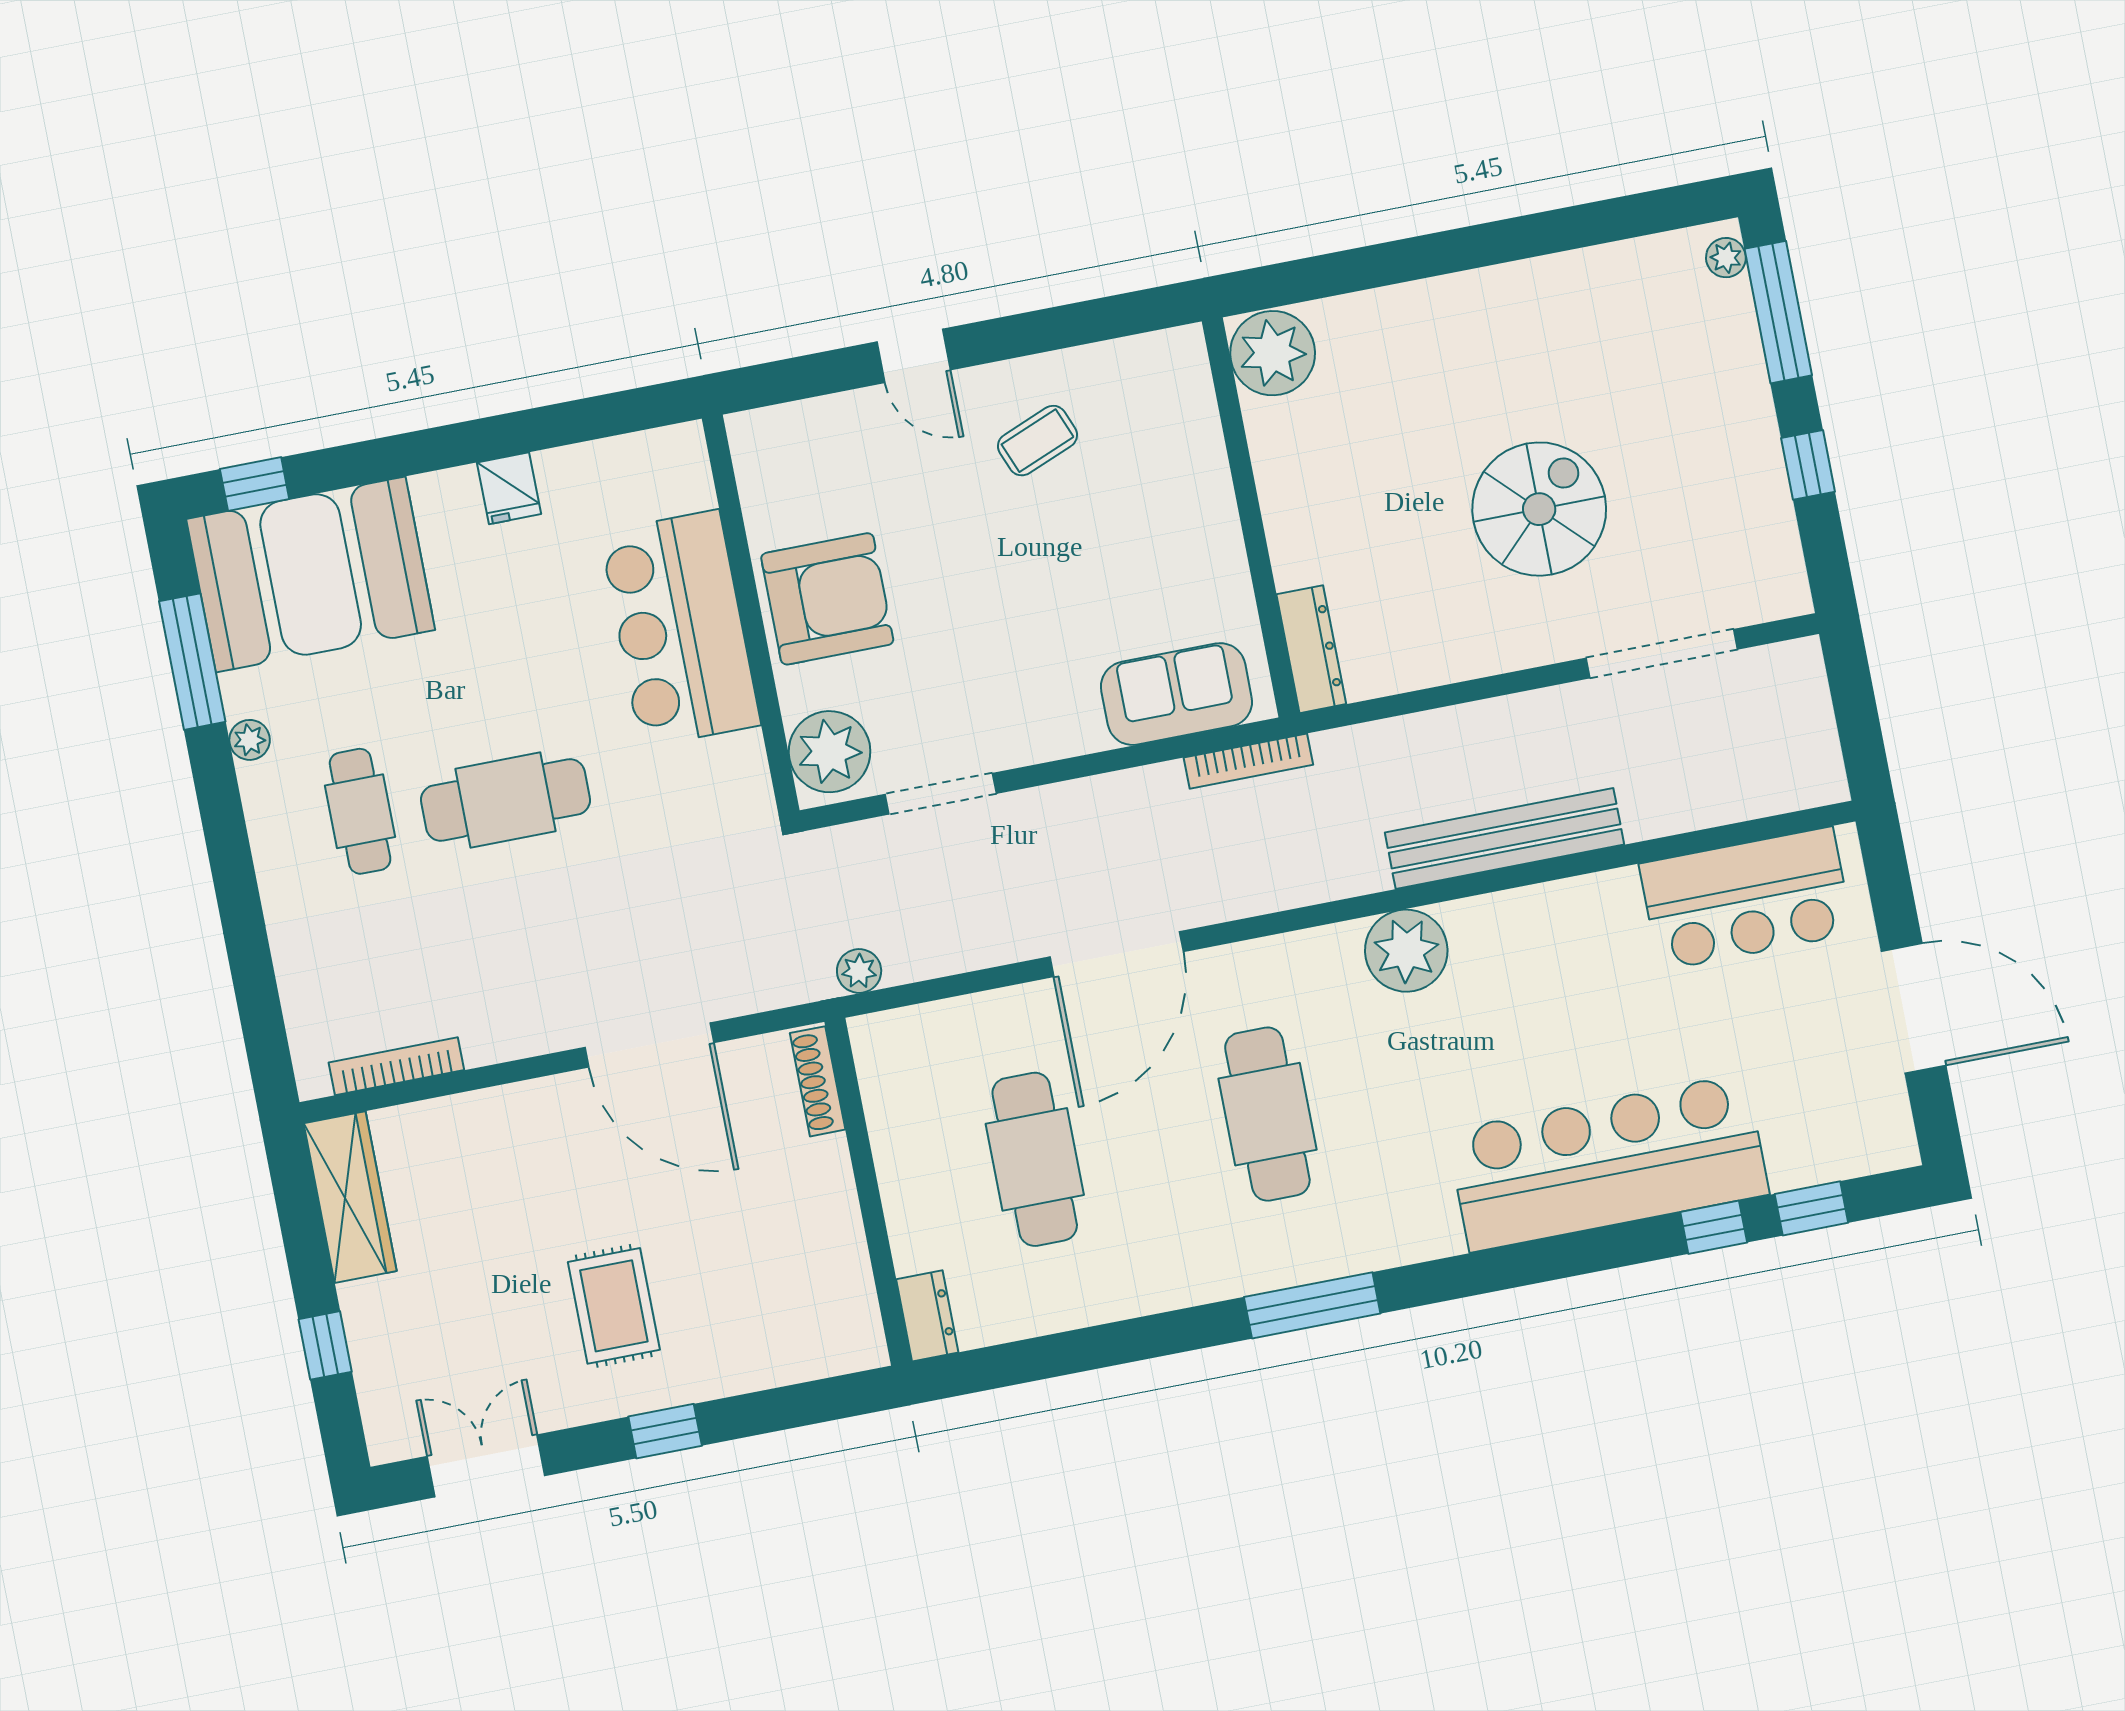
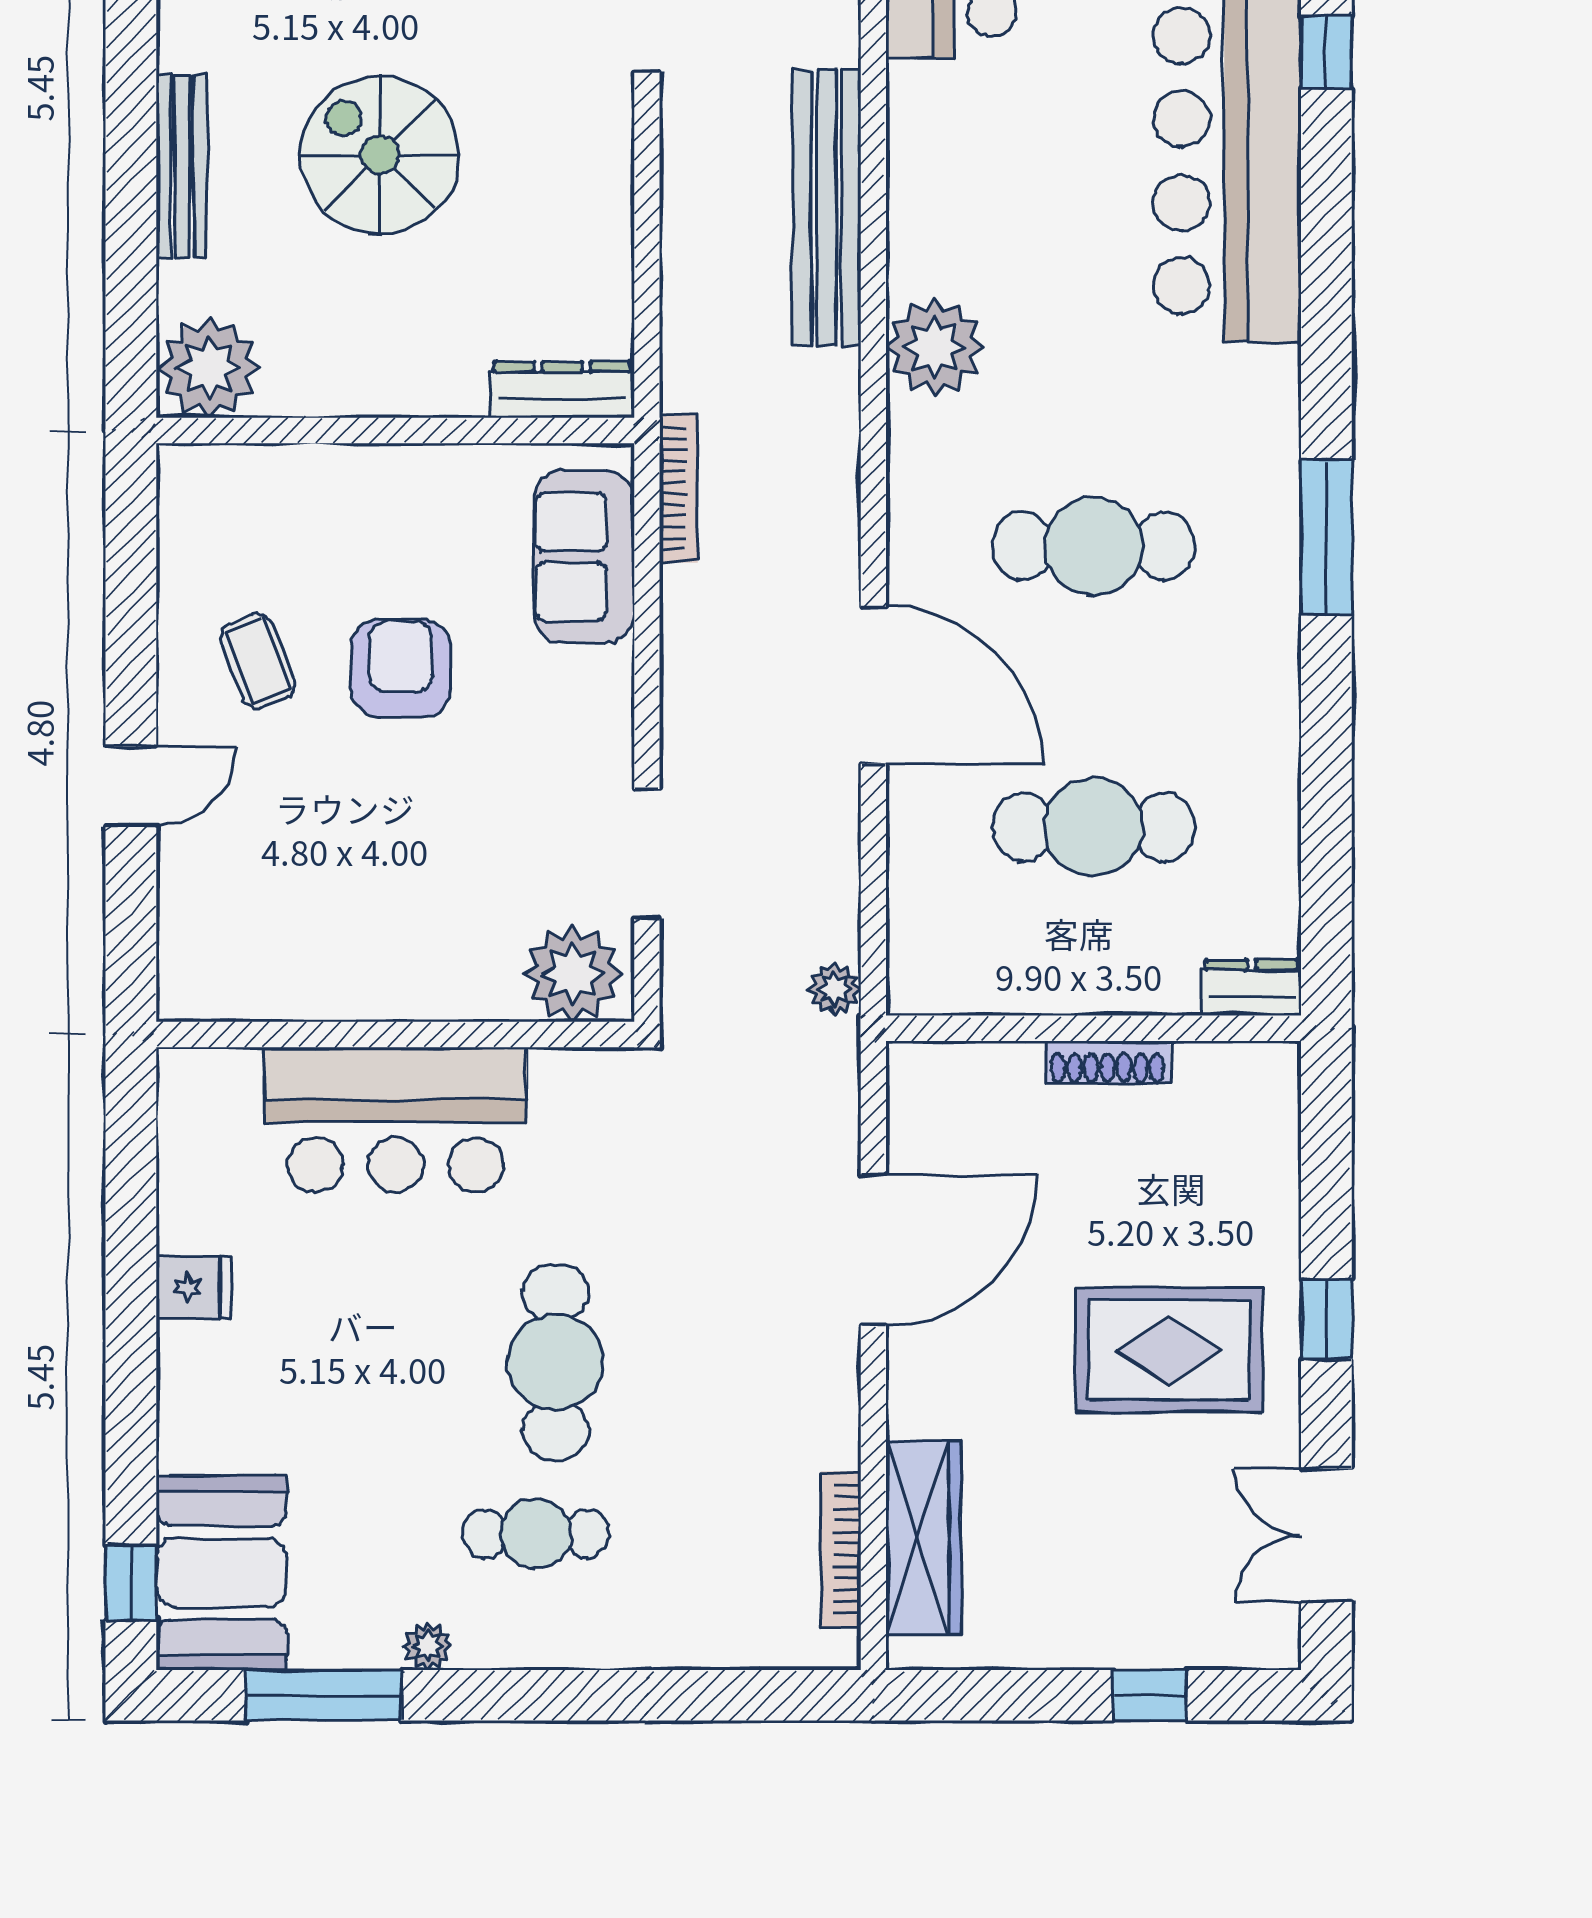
bench: (1435, 298) -> (182, 166), added
spiral stairs: (1539, 509) -> (380, 155), moved
booth: (311, 574) -> (221, 1573), width x0.73, depth x0.70
armchair: (827, 599) -> (401, 668), moved, width x0.73, depth x0.73
shoe rack: (818, 1081) -> (1108, 1062), moved
wardrobe: (350, 1197) -> (923, 1537), moved, turned 90
rug: (614, 1306) -> (1169, 1350), width x1.36, depth x1.43

